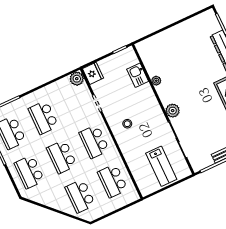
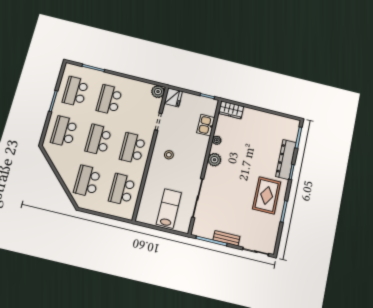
wardrobe: (148, 46) -> (231, 110), added
plant: (173, 111) -> (214, 160), moved
lab bench: (161, 166) -> (169, 208), turned 180

